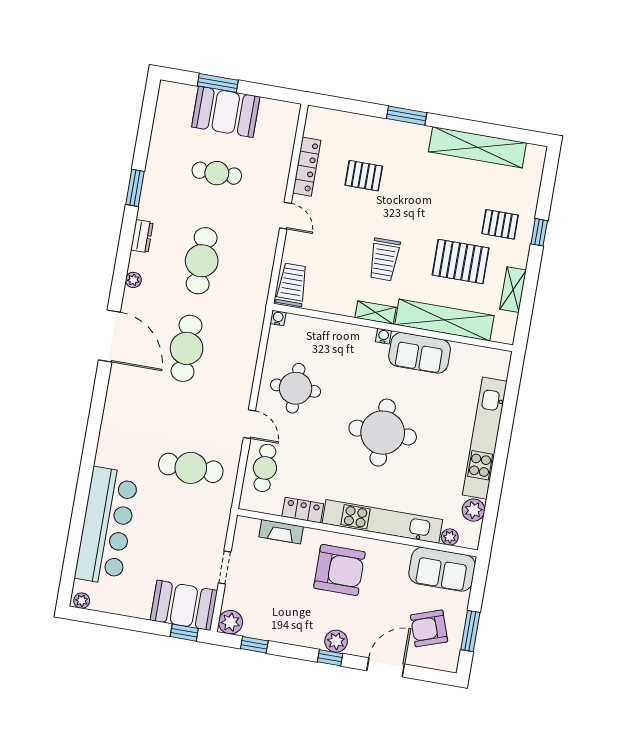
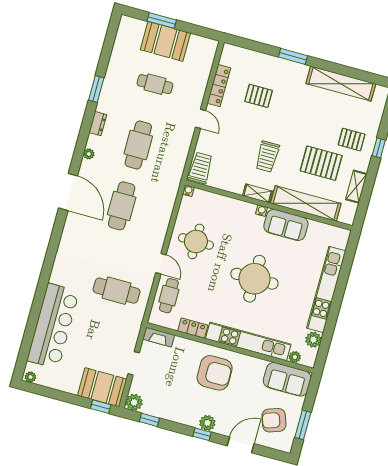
fireplace: (281, 532) -> (159, 337), moved

